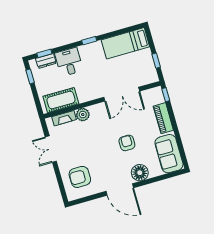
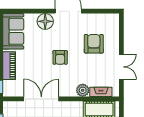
armchair: (127, 143) -> (60, 57), moved
armchair: (80, 177) -> (94, 44), moved, turned -90

